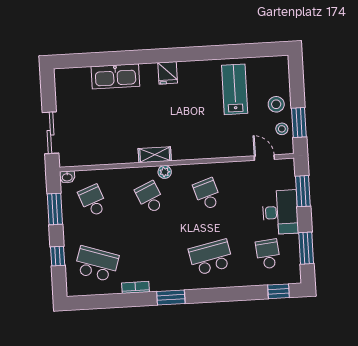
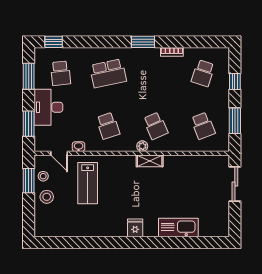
lab bench: (235, 89) -> (88, 183), moved
washbasin: (67, 177) -> (79, 147), moved
school desk: (97, 264) -> (203, 73), width x0.54

